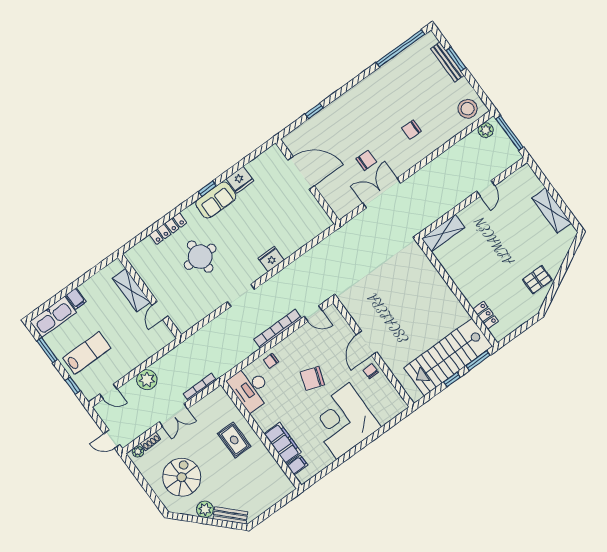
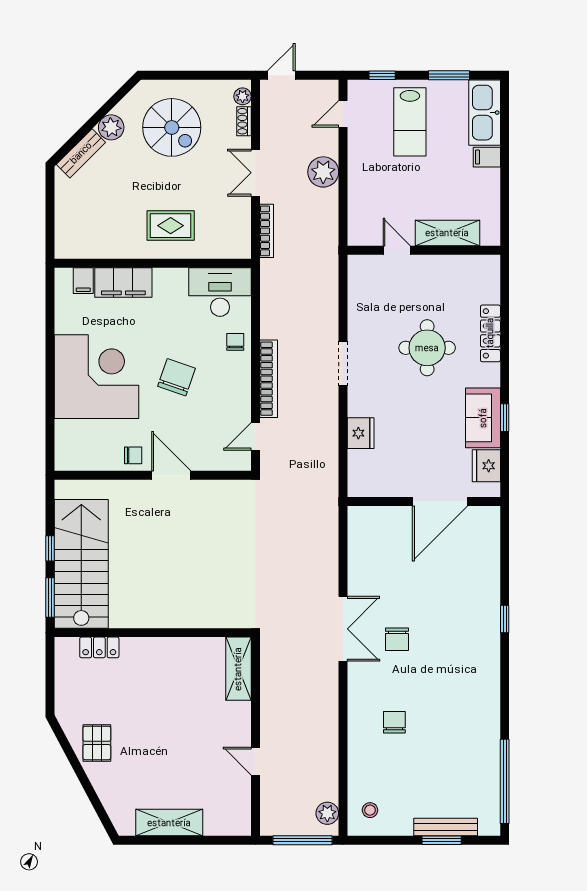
stool: (468, 109) -> (370, 810), width x0.53, depth x0.53
door: (301, 173) -> (440, 501), moved
wall: (307, 181) -> (424, 501), moved

